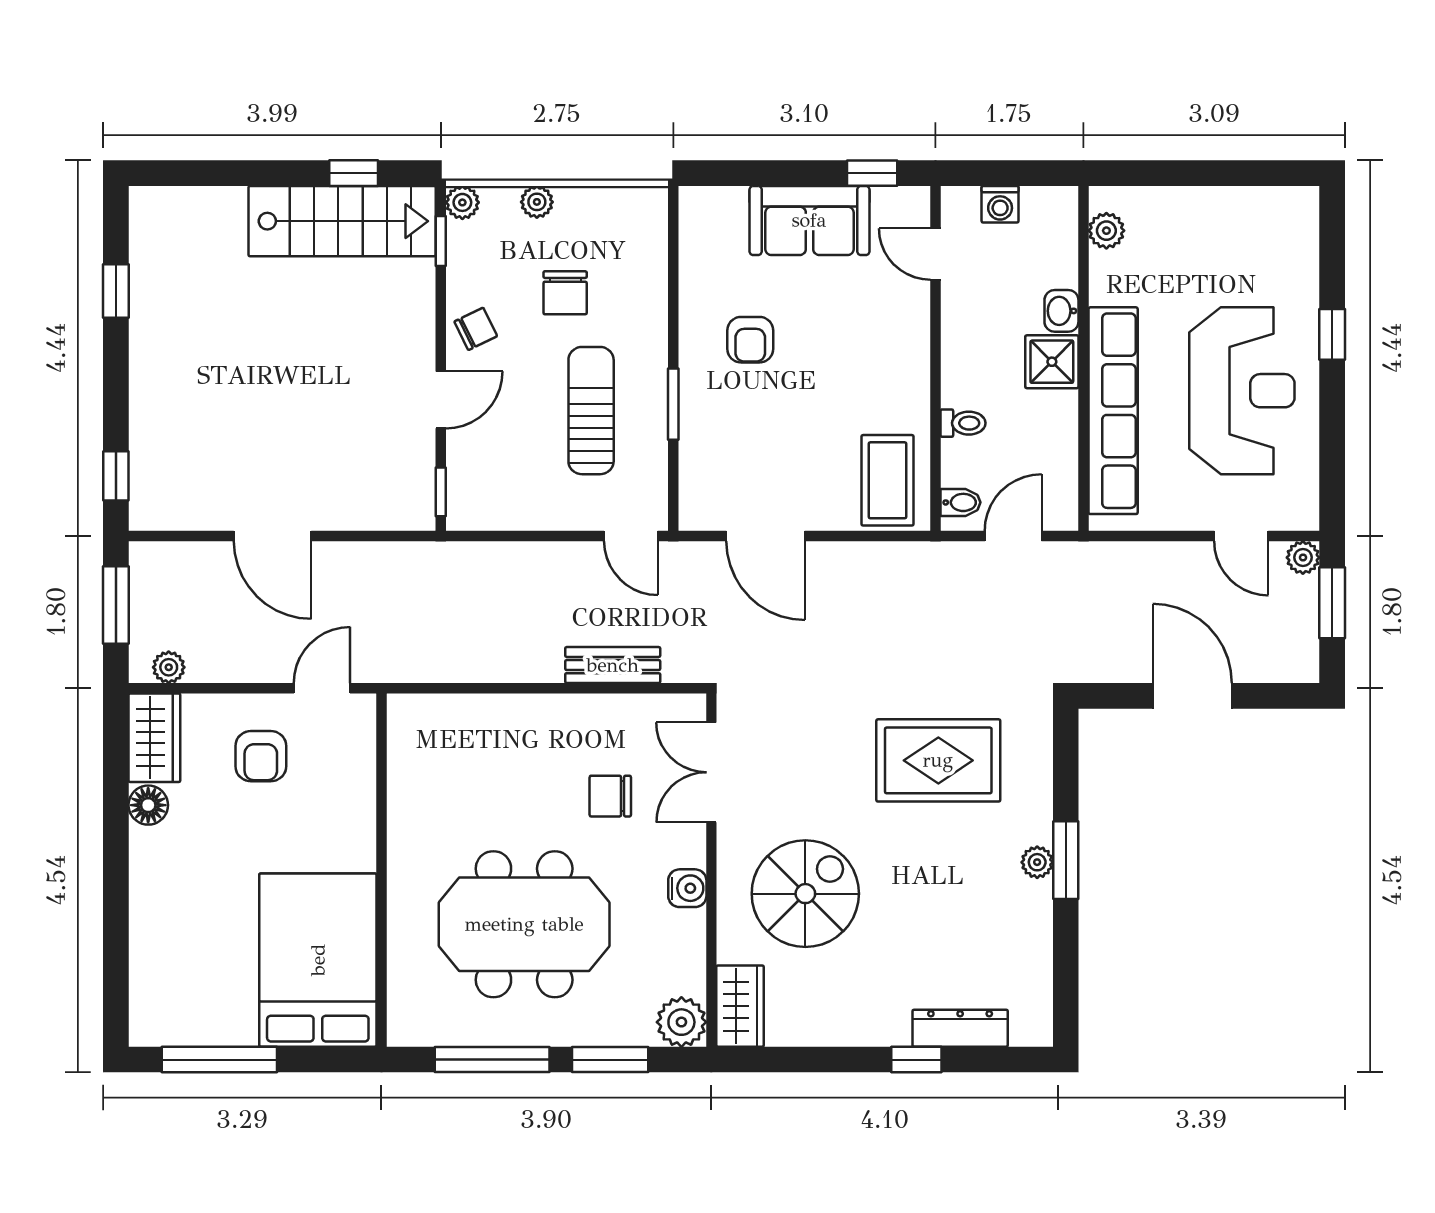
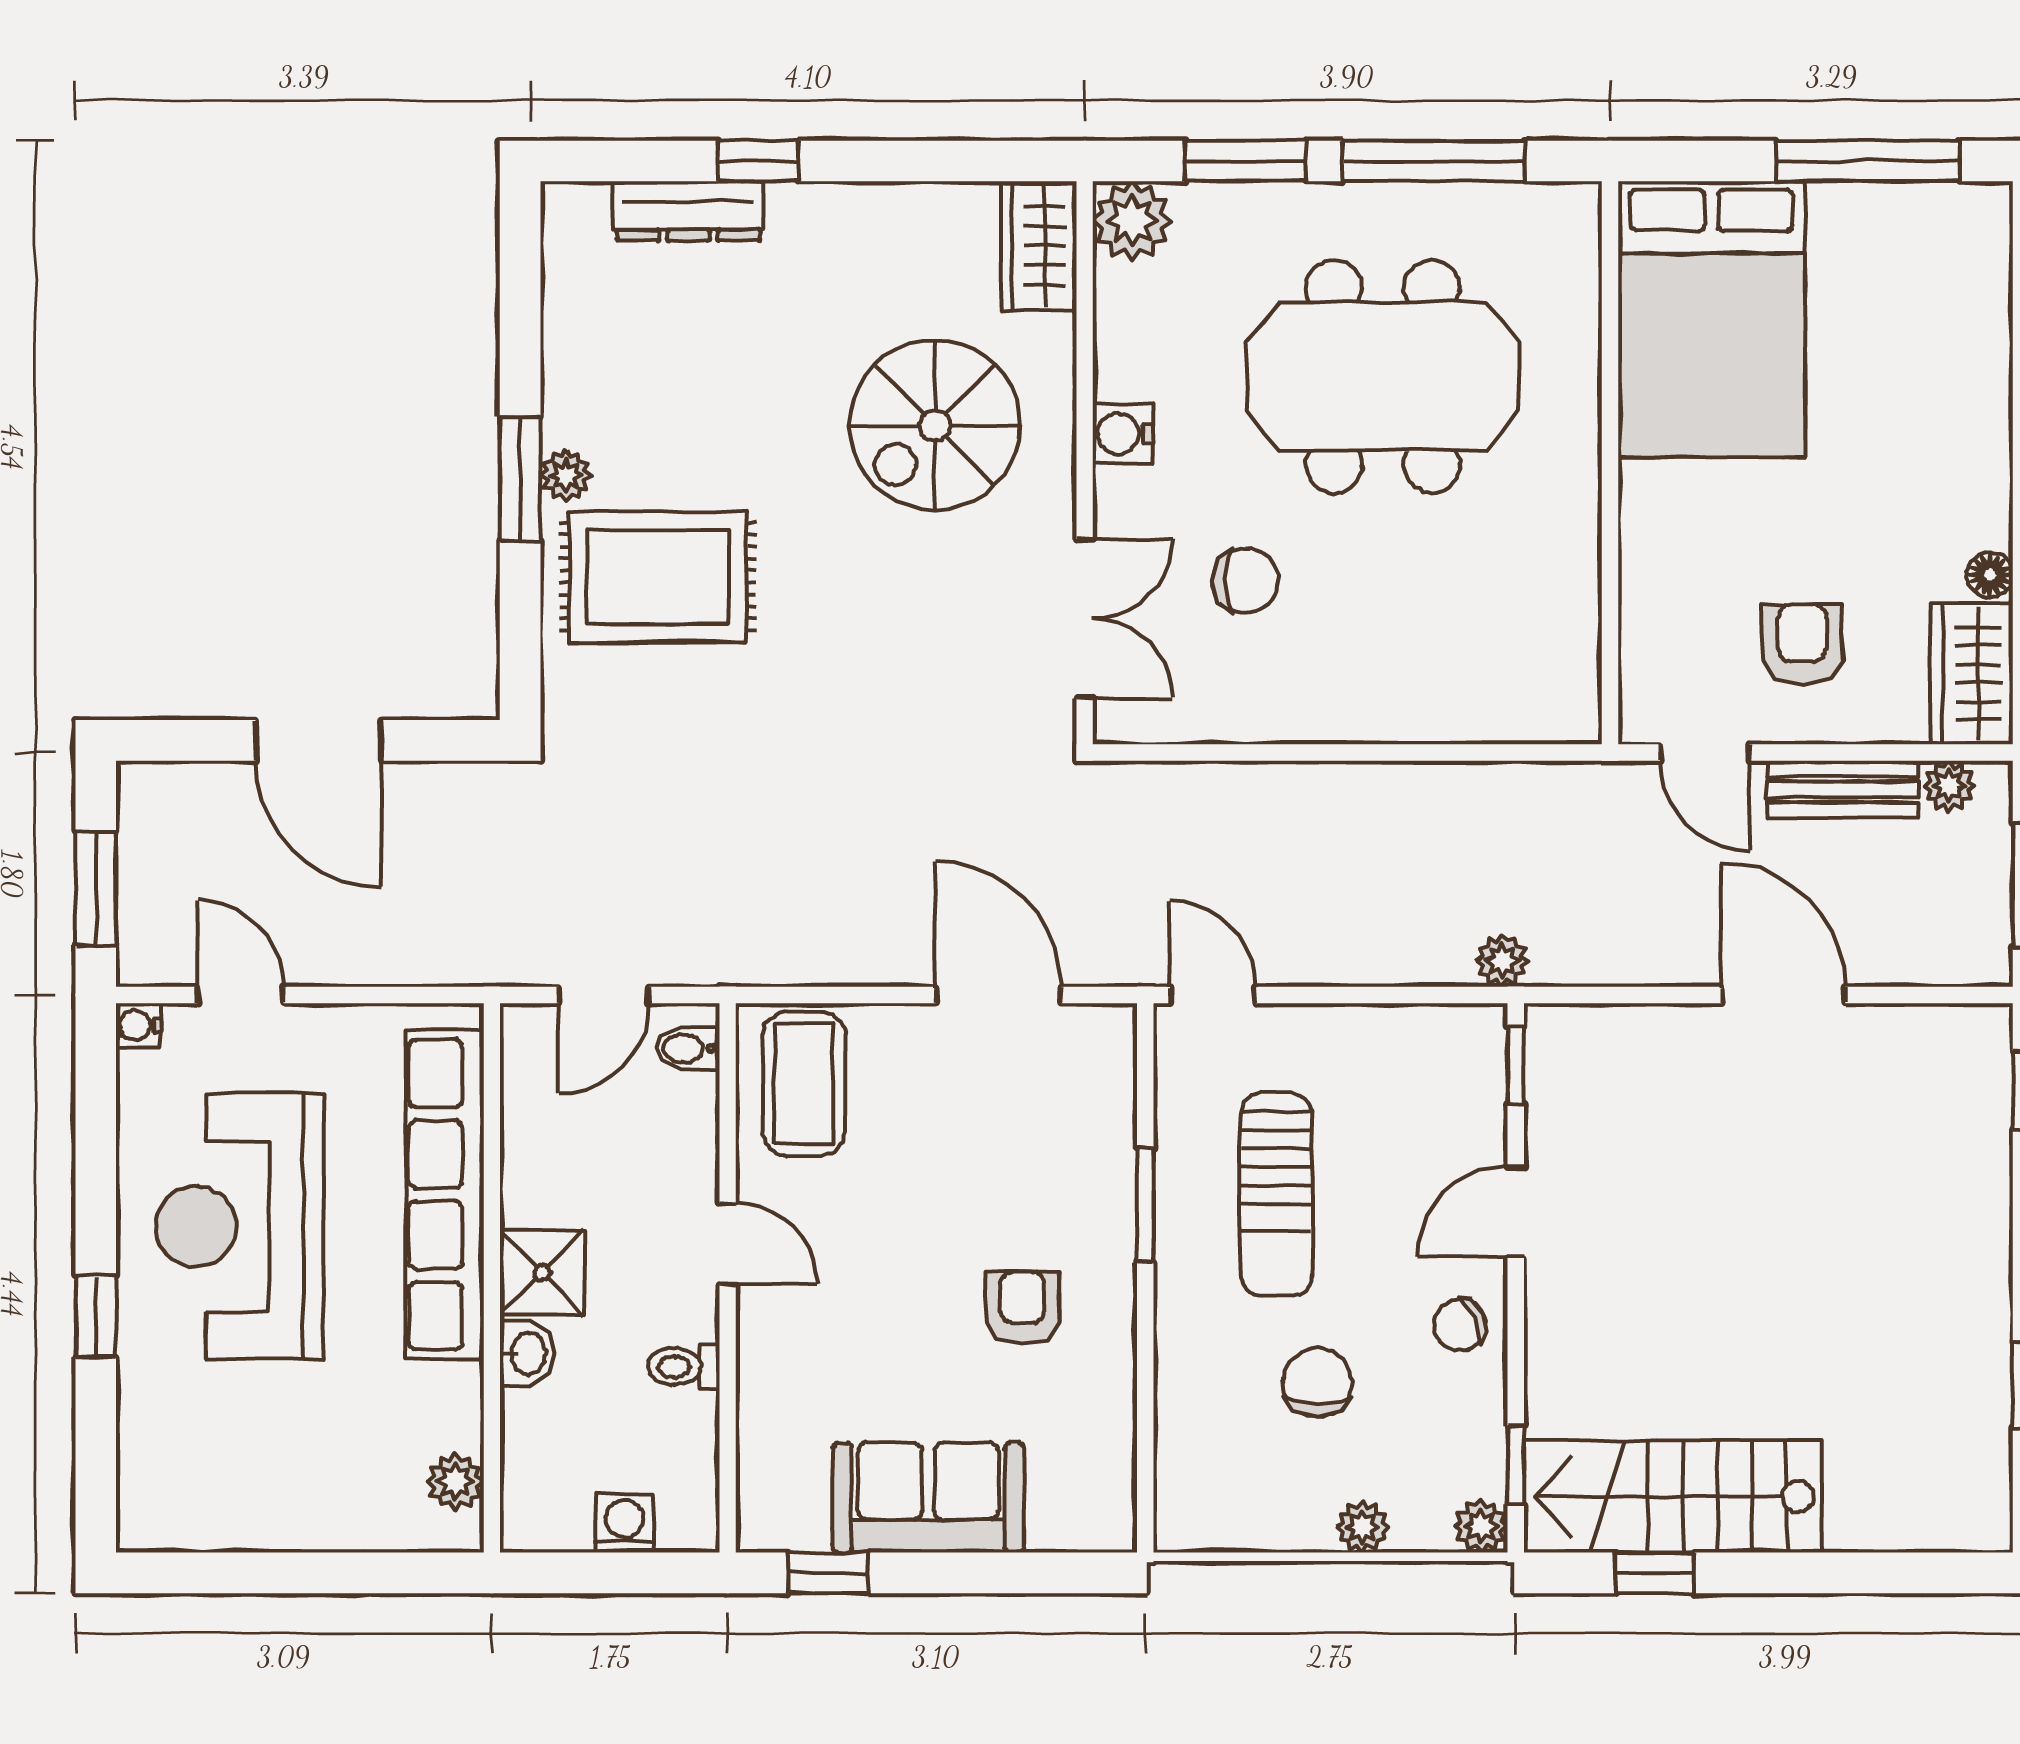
door: (935, 254) -> (728, 1244), moved
toilet: (963, 423) -> (684, 1367), moved
water cooler: (1305, 517) -> (138, 1025), added
plant: (1303, 557) -> (1502, 961), moved
bench: (613, 665) -> (1843, 789), moved
door: (322, 688) -> (1705, 752), hinge flipped
rug: (938, 760) -> (658, 577), moved
floor lamp: (148, 805) -> (1990, 575), width x0.73, depth x0.73

